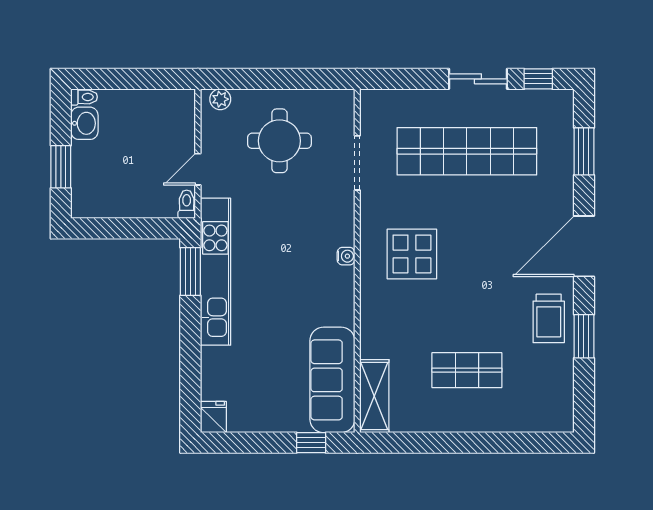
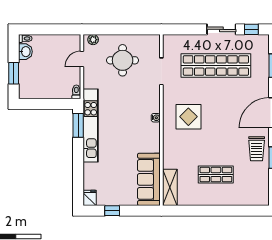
door: (198, 169) -> (82, 59), moved
window: (311, 443) -> (112, 211), moved

